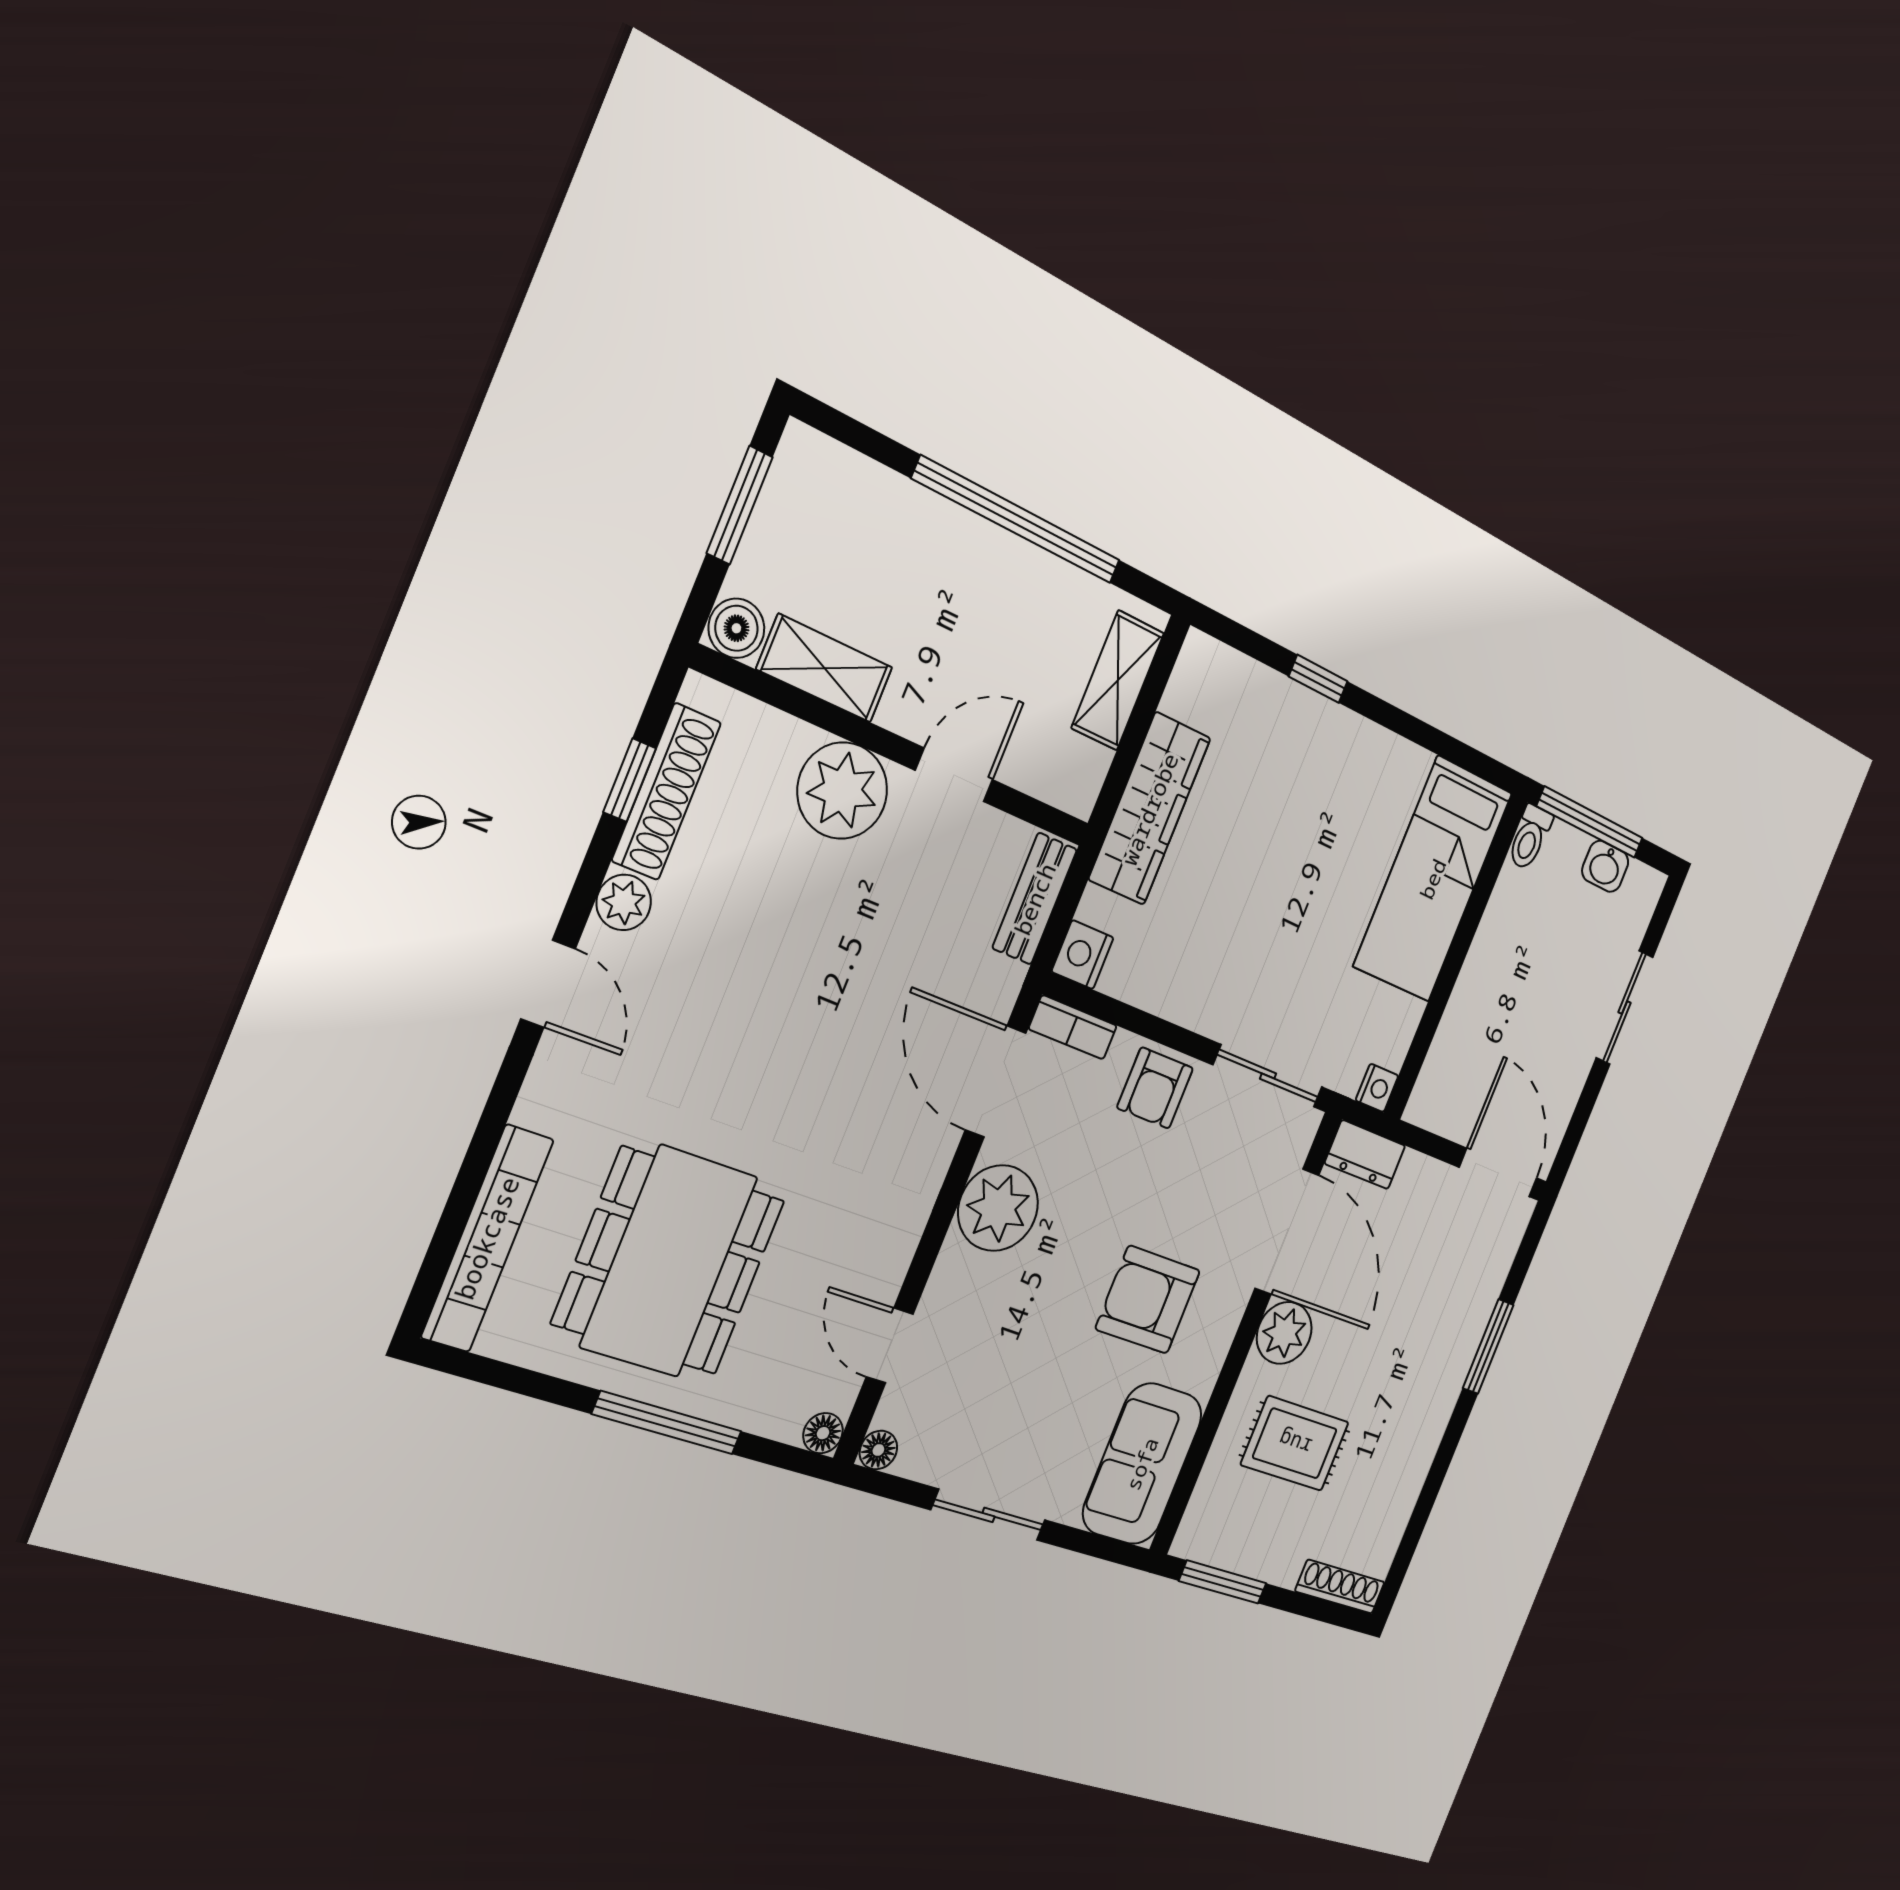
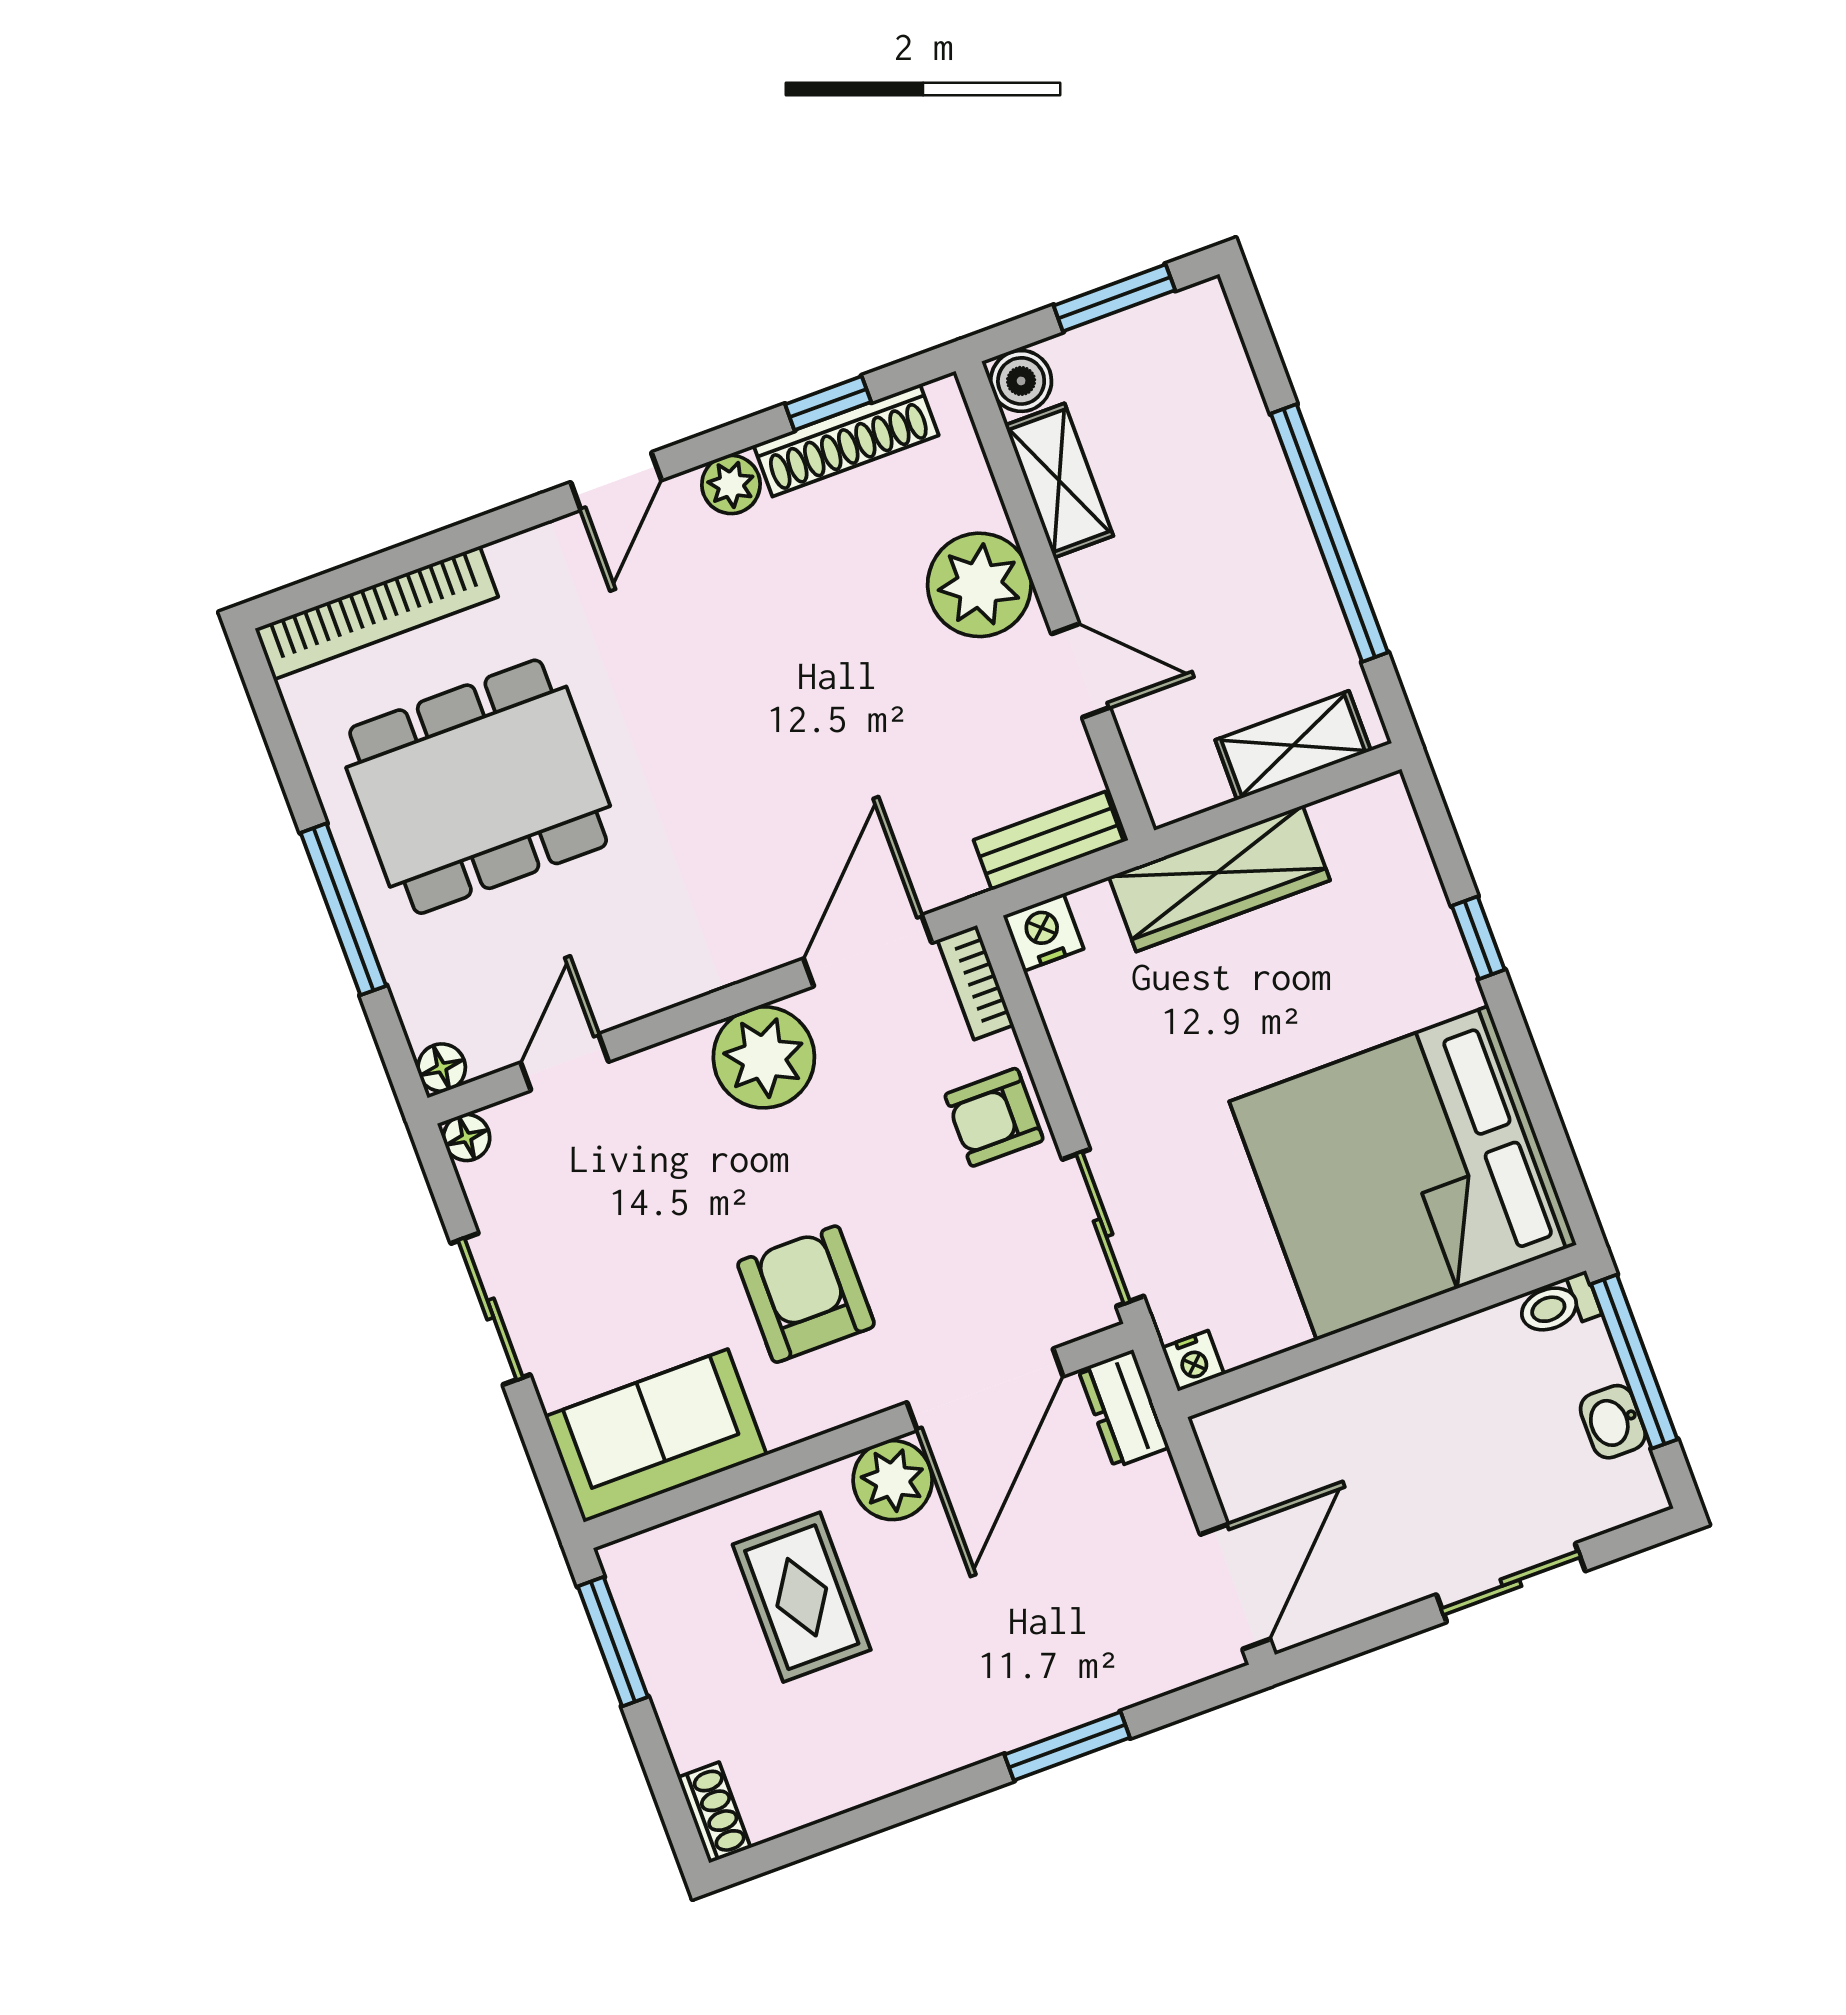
bed: (1433, 879) -> (1403, 1173), width x2.04
shoe rack: (1340, 1587) -> (714, 1813), width x0.70

